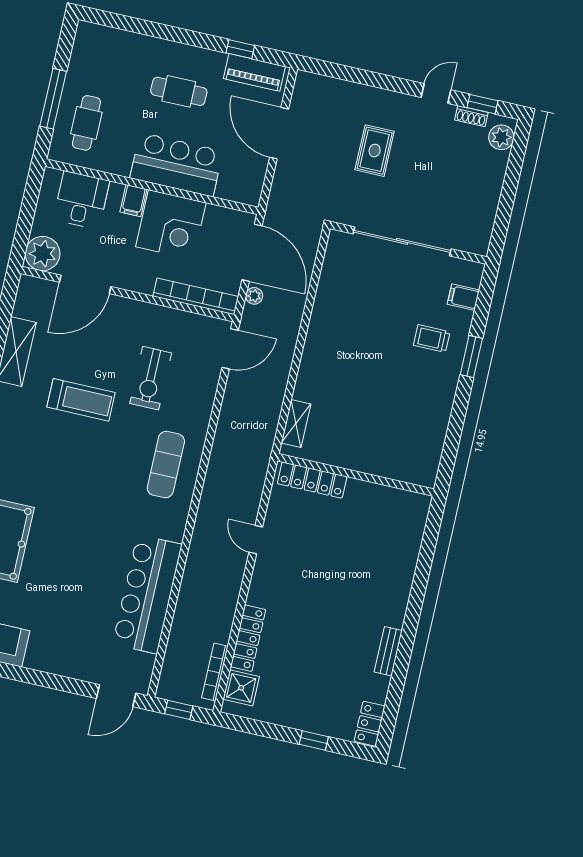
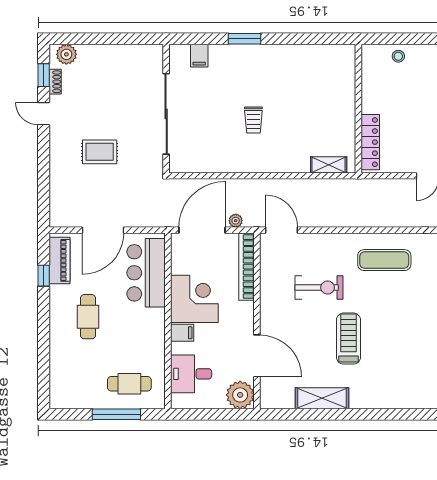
bar counter: (176, 165) -> (146, 273), moved
trolley: (432, 339) -> (253, 120), moved
stool: (408, 537) -> (398, 56), added

